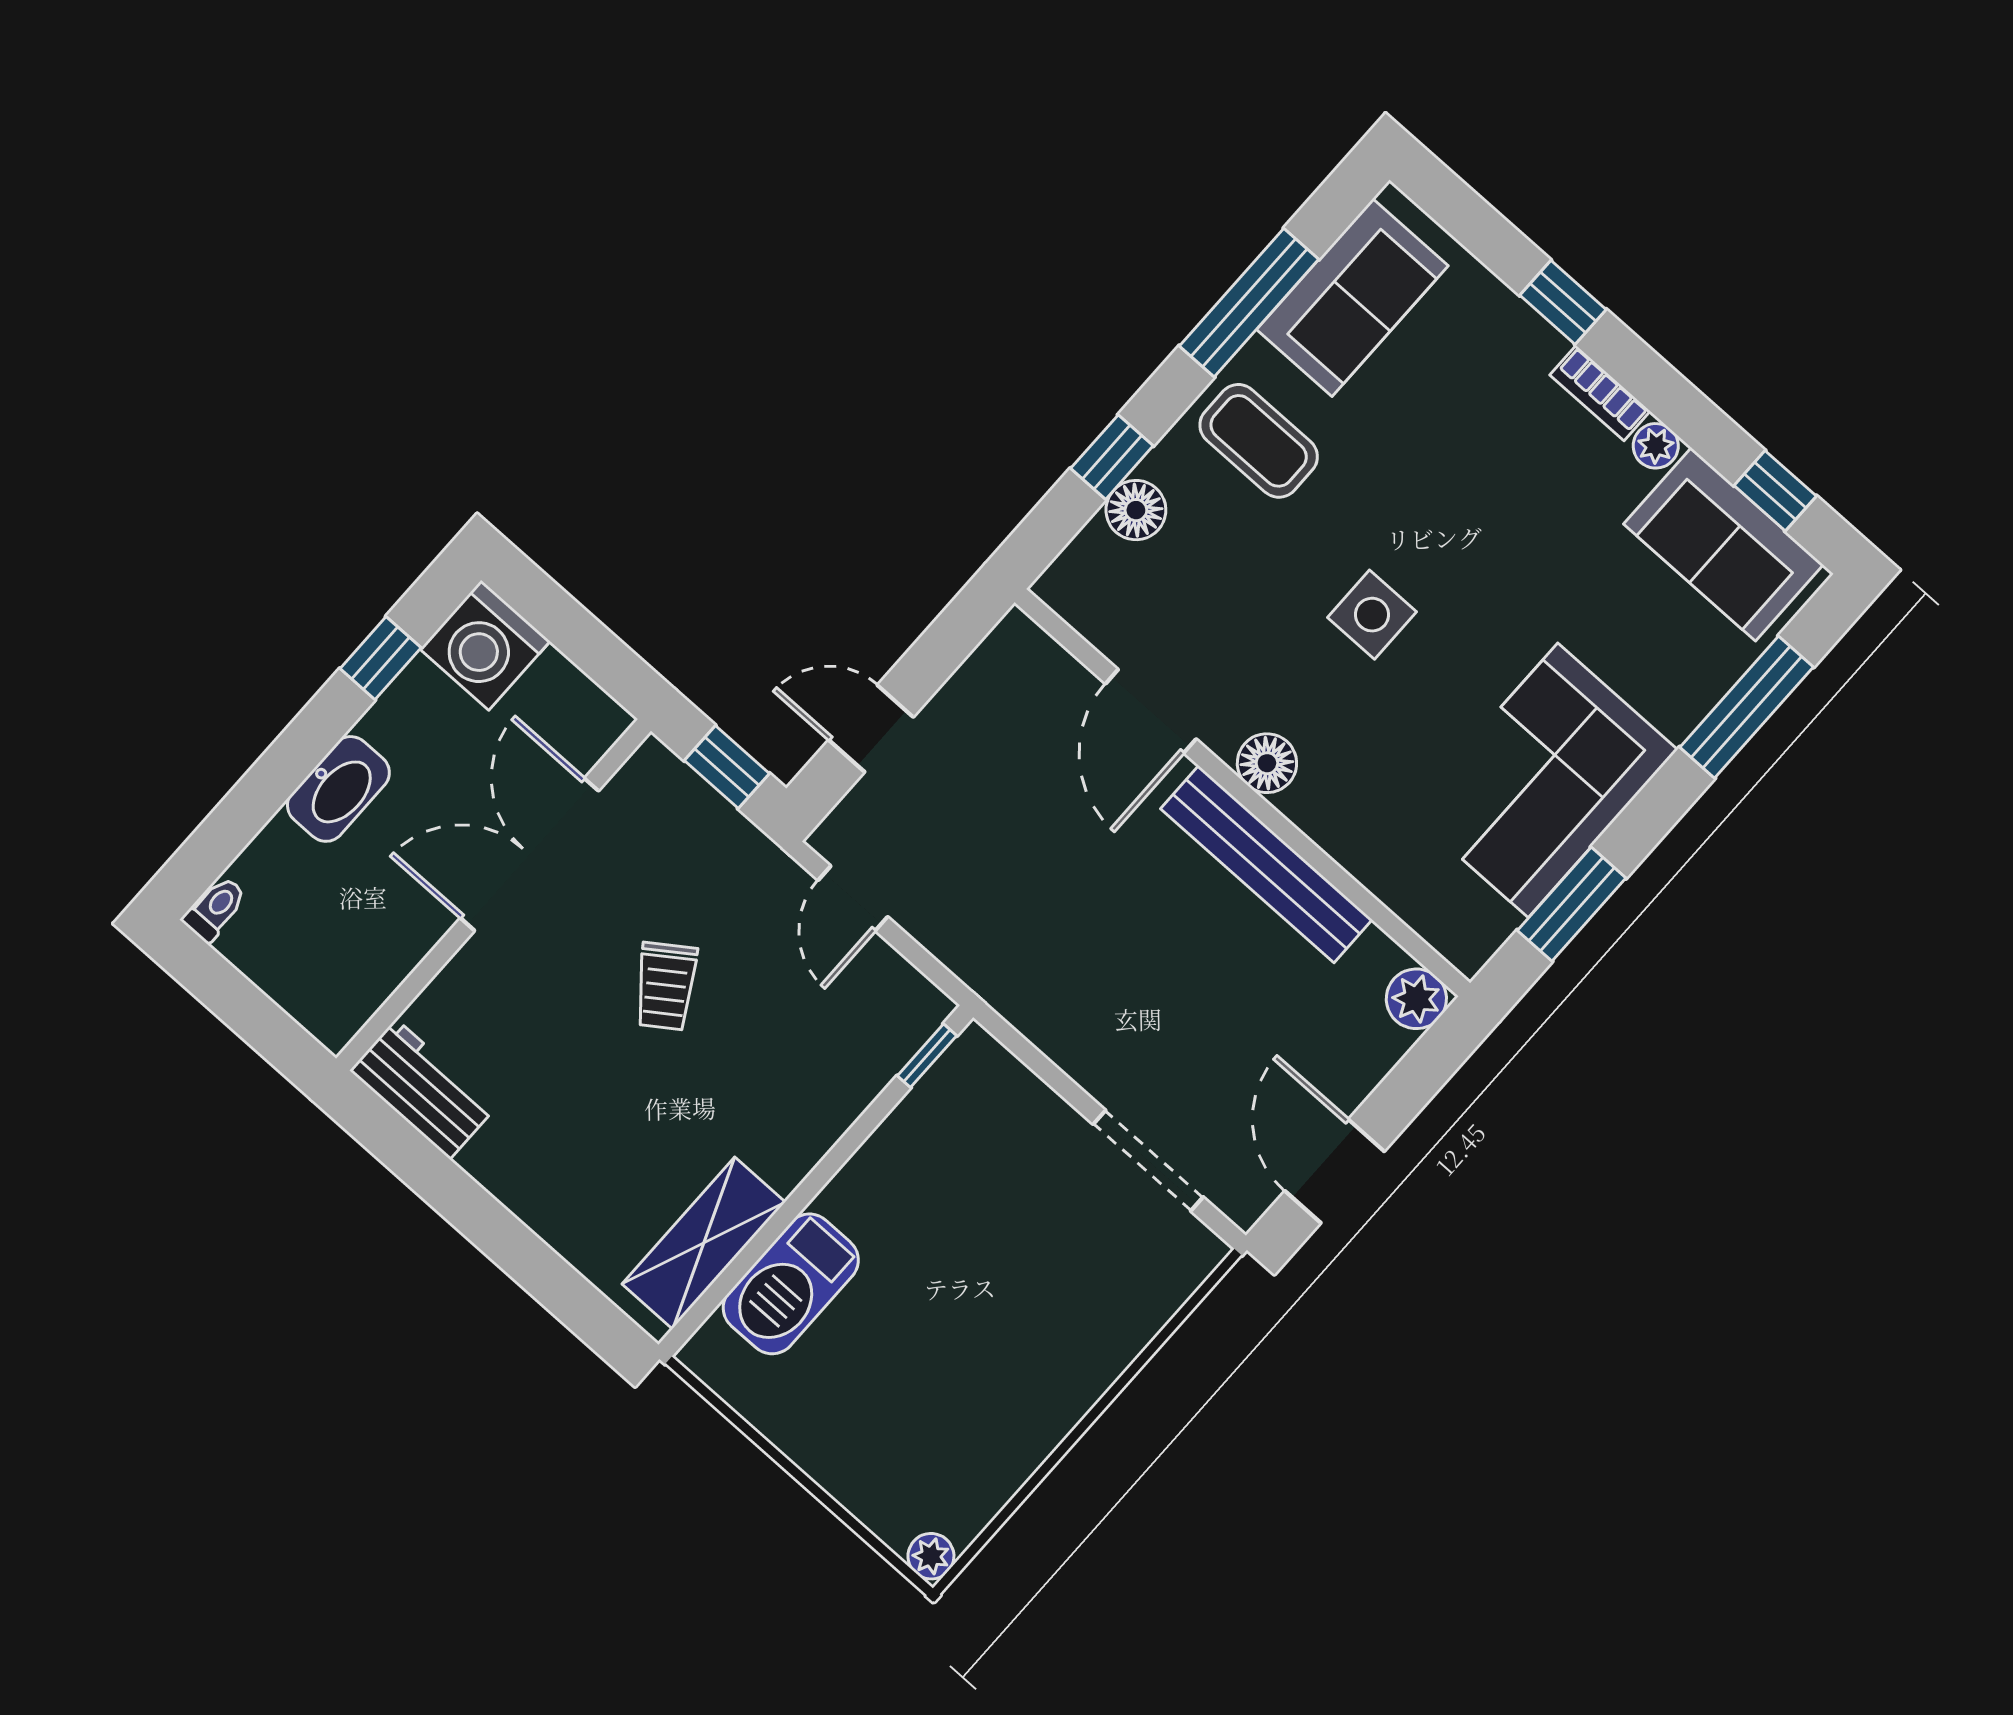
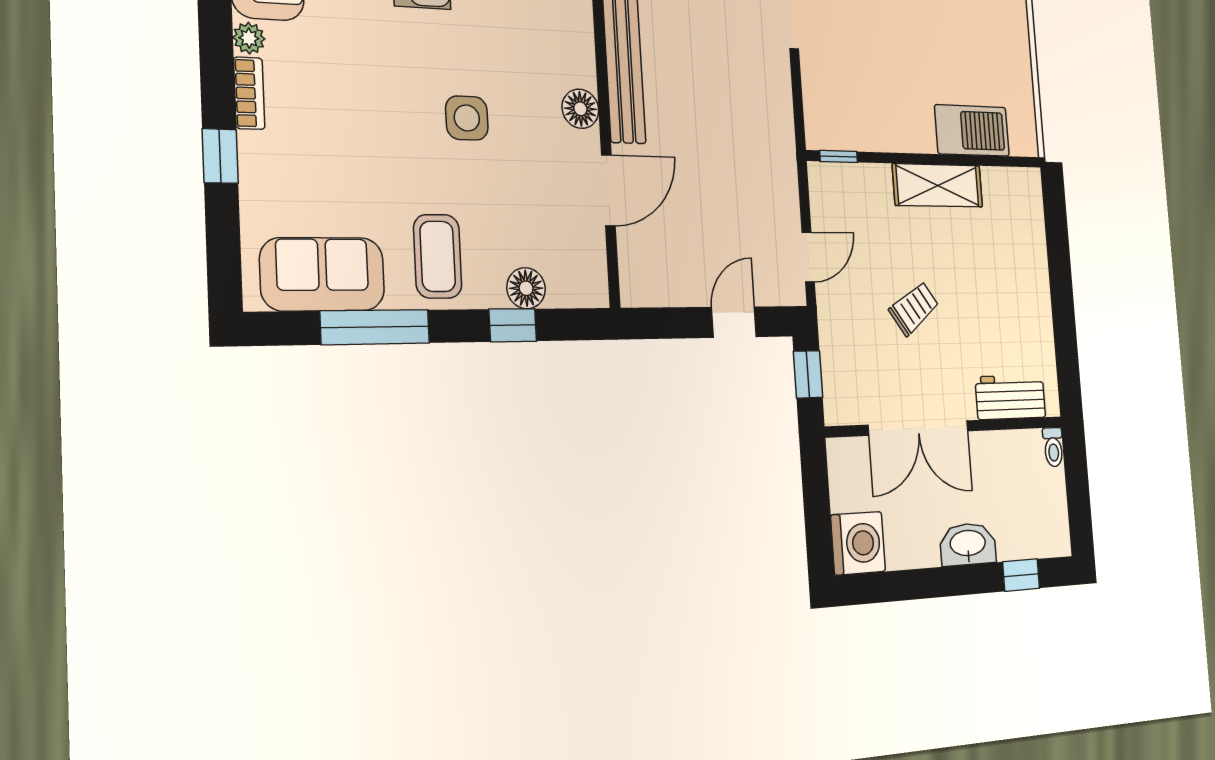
window: (381, 658) -> (1021, 575), moved
door: (871, 728) -> (734, 322), swing flipped
toilet: (215, 909) -> (1053, 447), moved, turned -90
workbench: (423, 1089) -> (1011, 397), moved, turned 90
shelving: (704, 1243) -> (938, 185), moved

